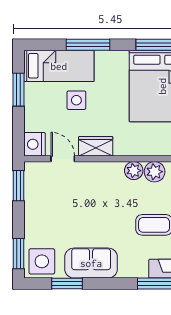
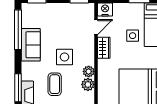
side table: (42, 261) -> (65, 57), moved
window: (67, 284) -> (18, 30), width x2.11

